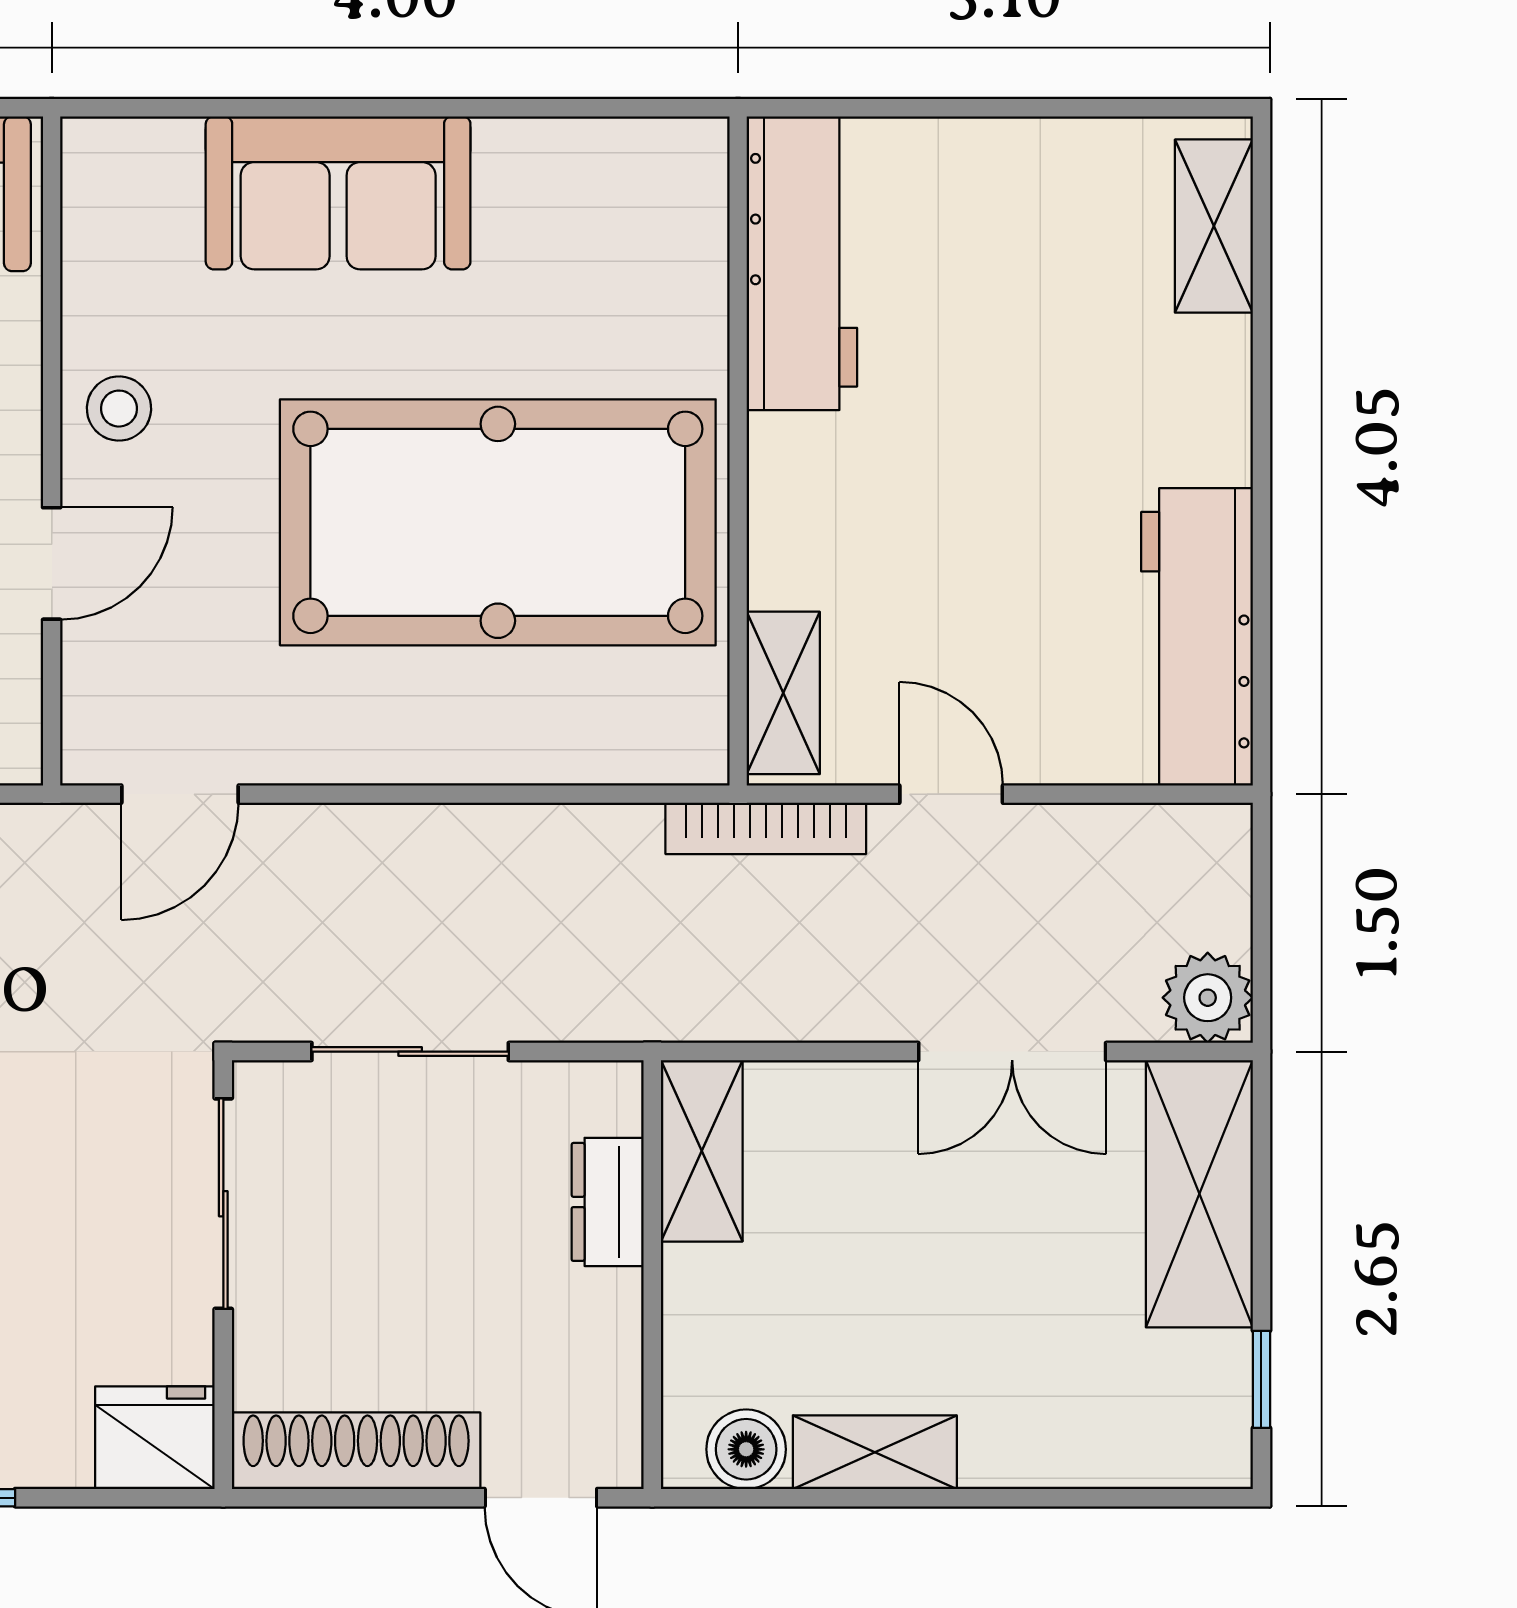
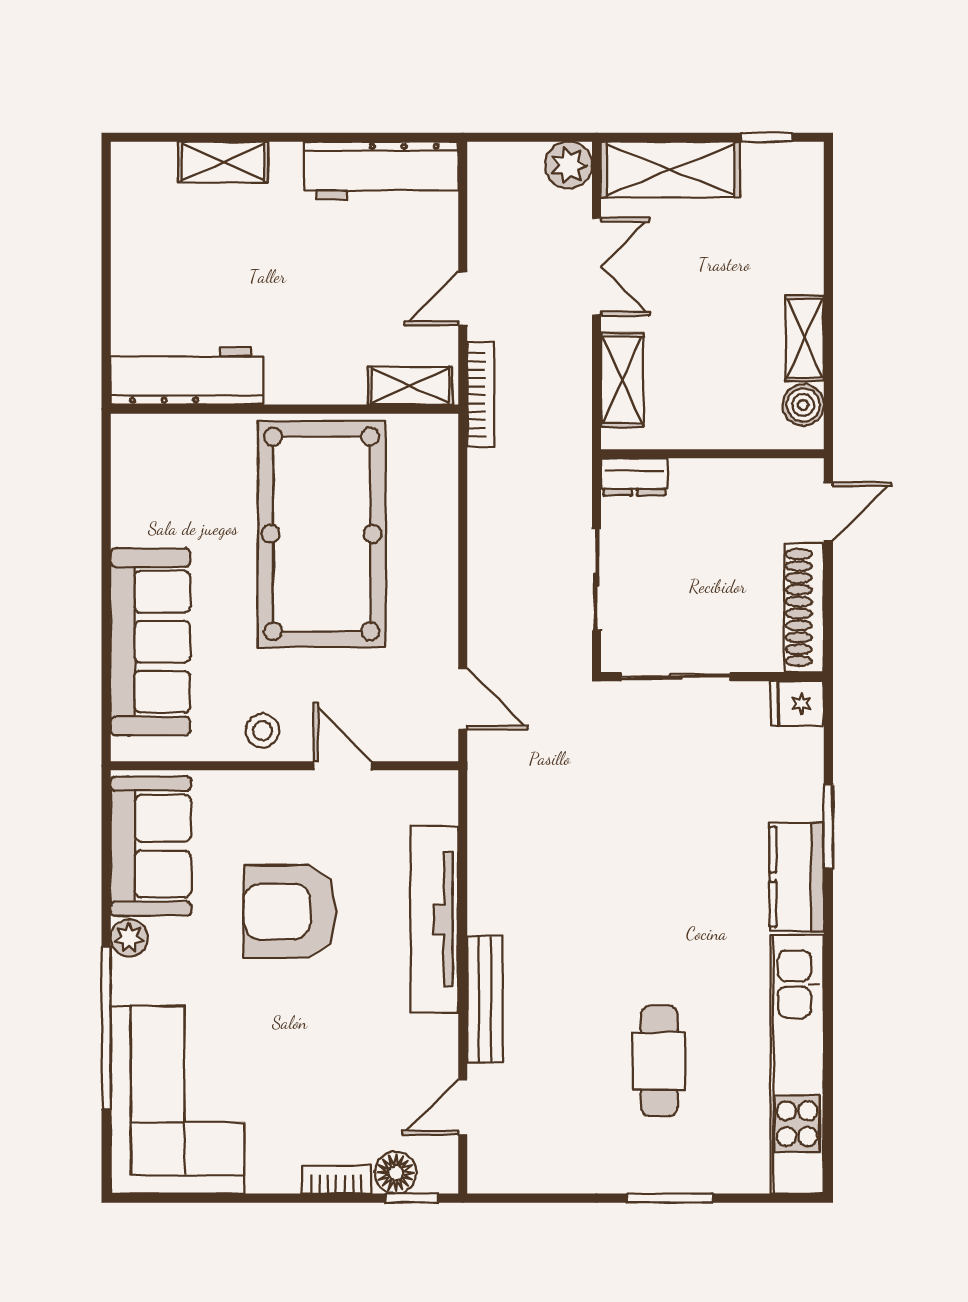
sofa: (338, 193) -> (150, 642), width x1.36
shelving: (1214, 226) -> (223, 162), moved
shelving: (702, 1151) -> (622, 380), moved, turned 90
dresser: (608, 1202) -> (634, 477), moved
fridge: (155, 1438) -> (797, 703), width x0.72

